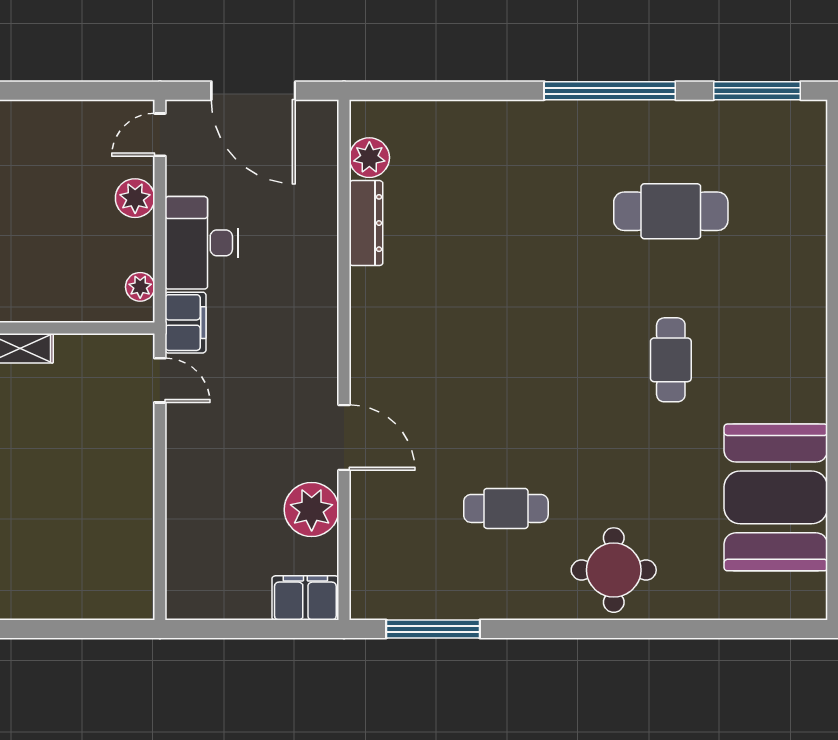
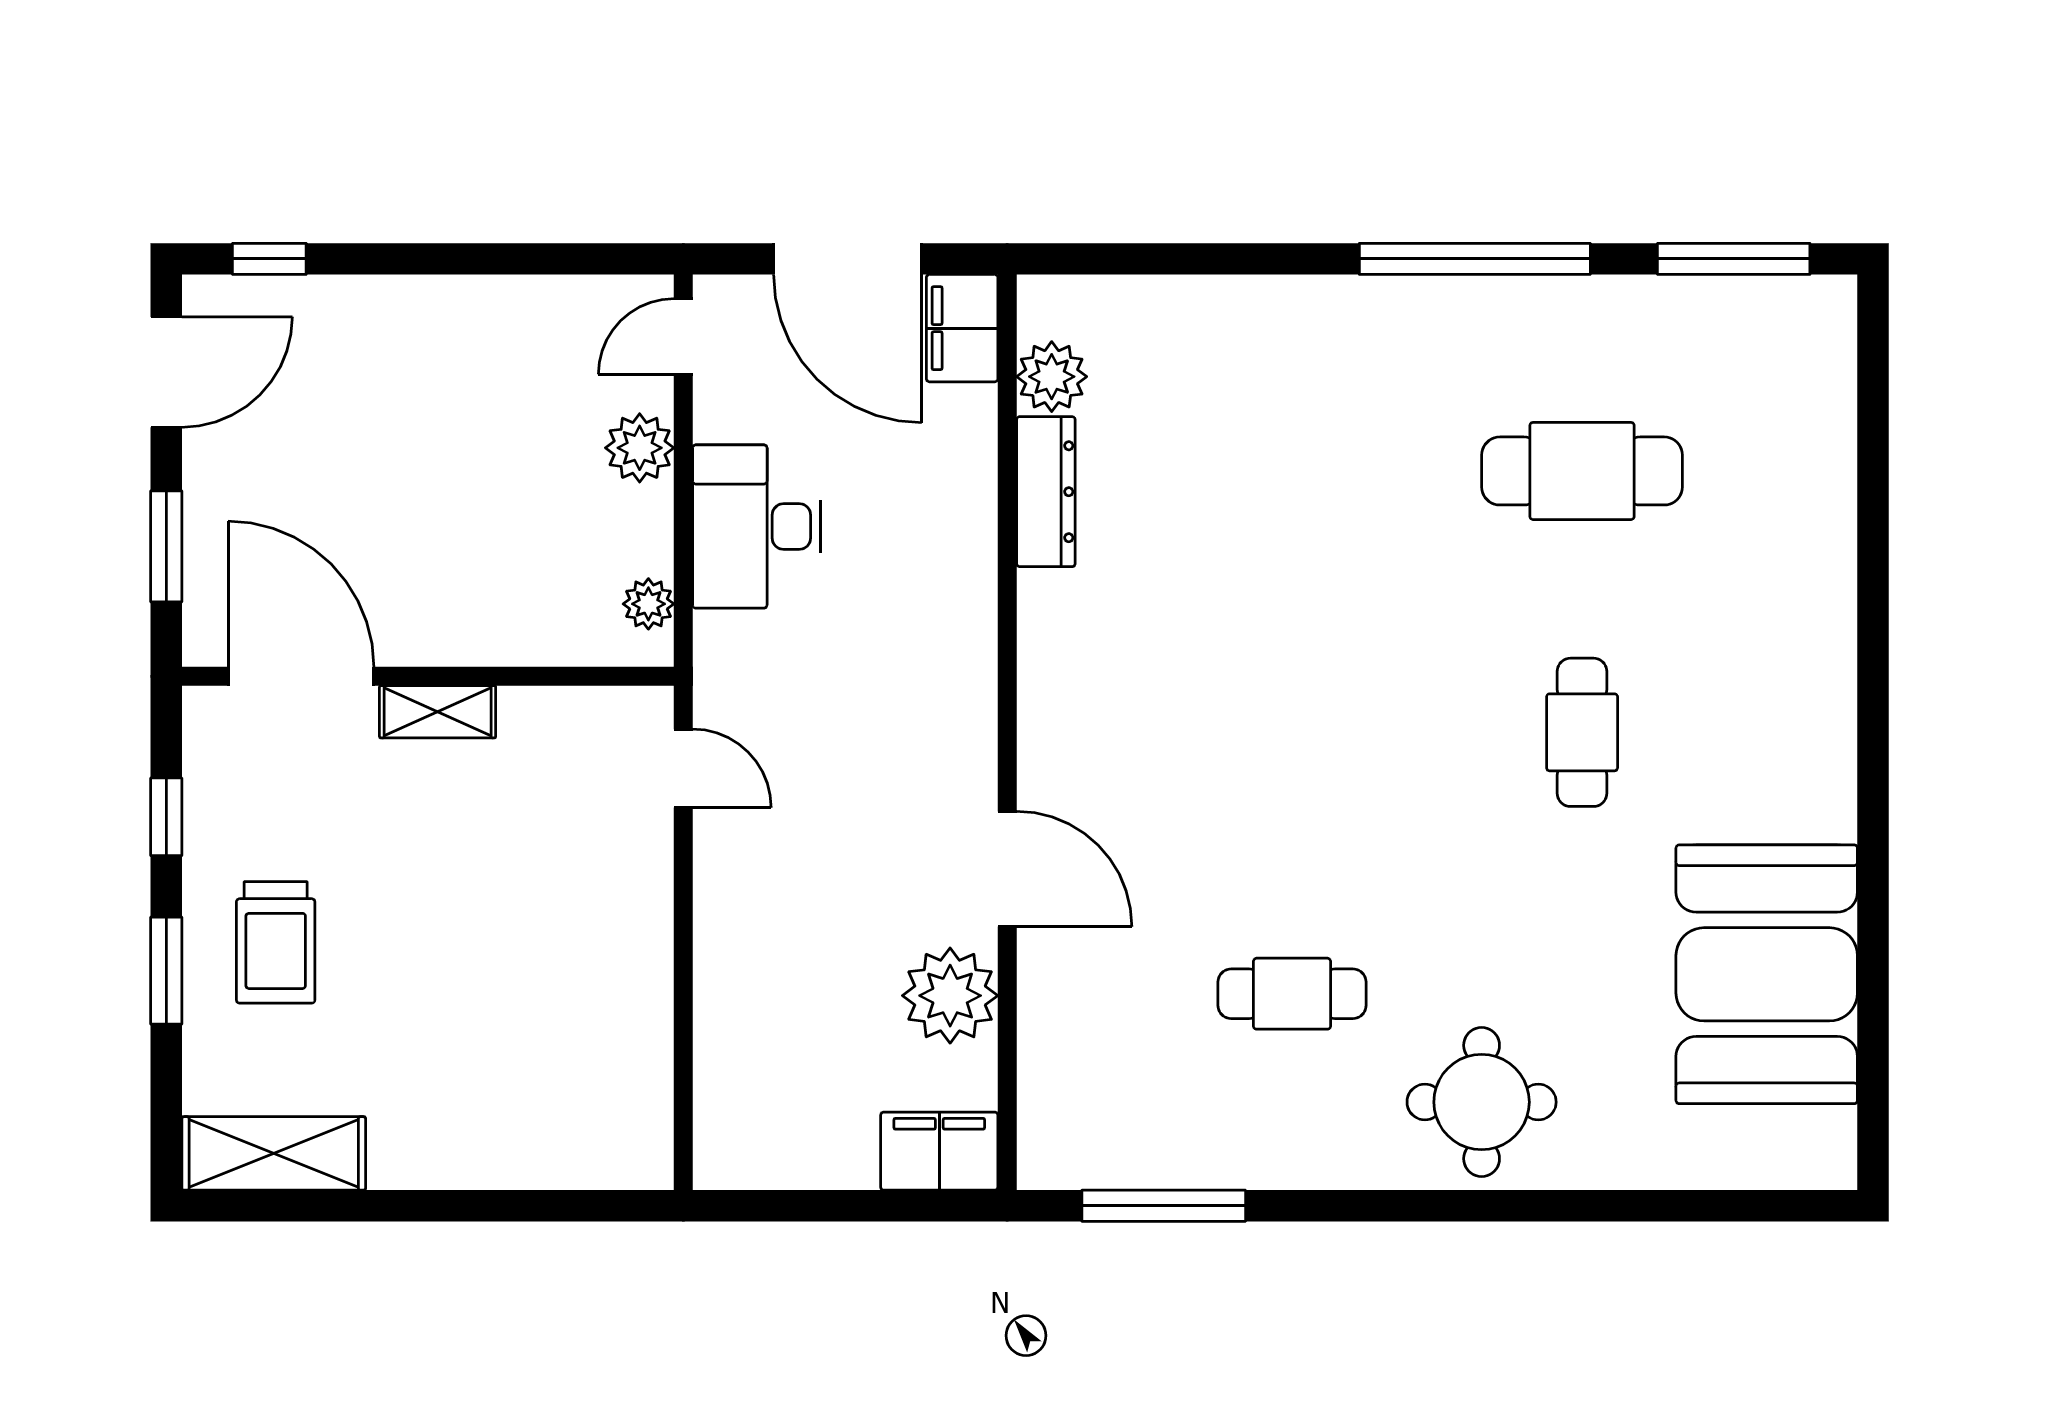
filing cabinet: (185, 323) -> (962, 328), moved, turned 180

